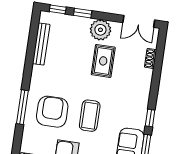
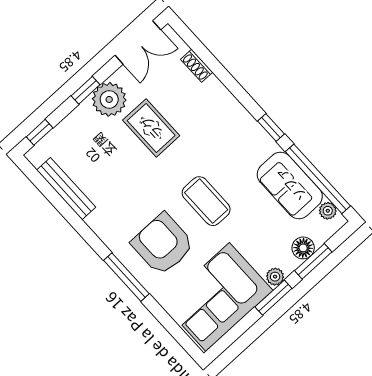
window: (83, 13) -> (86, 90), moved

